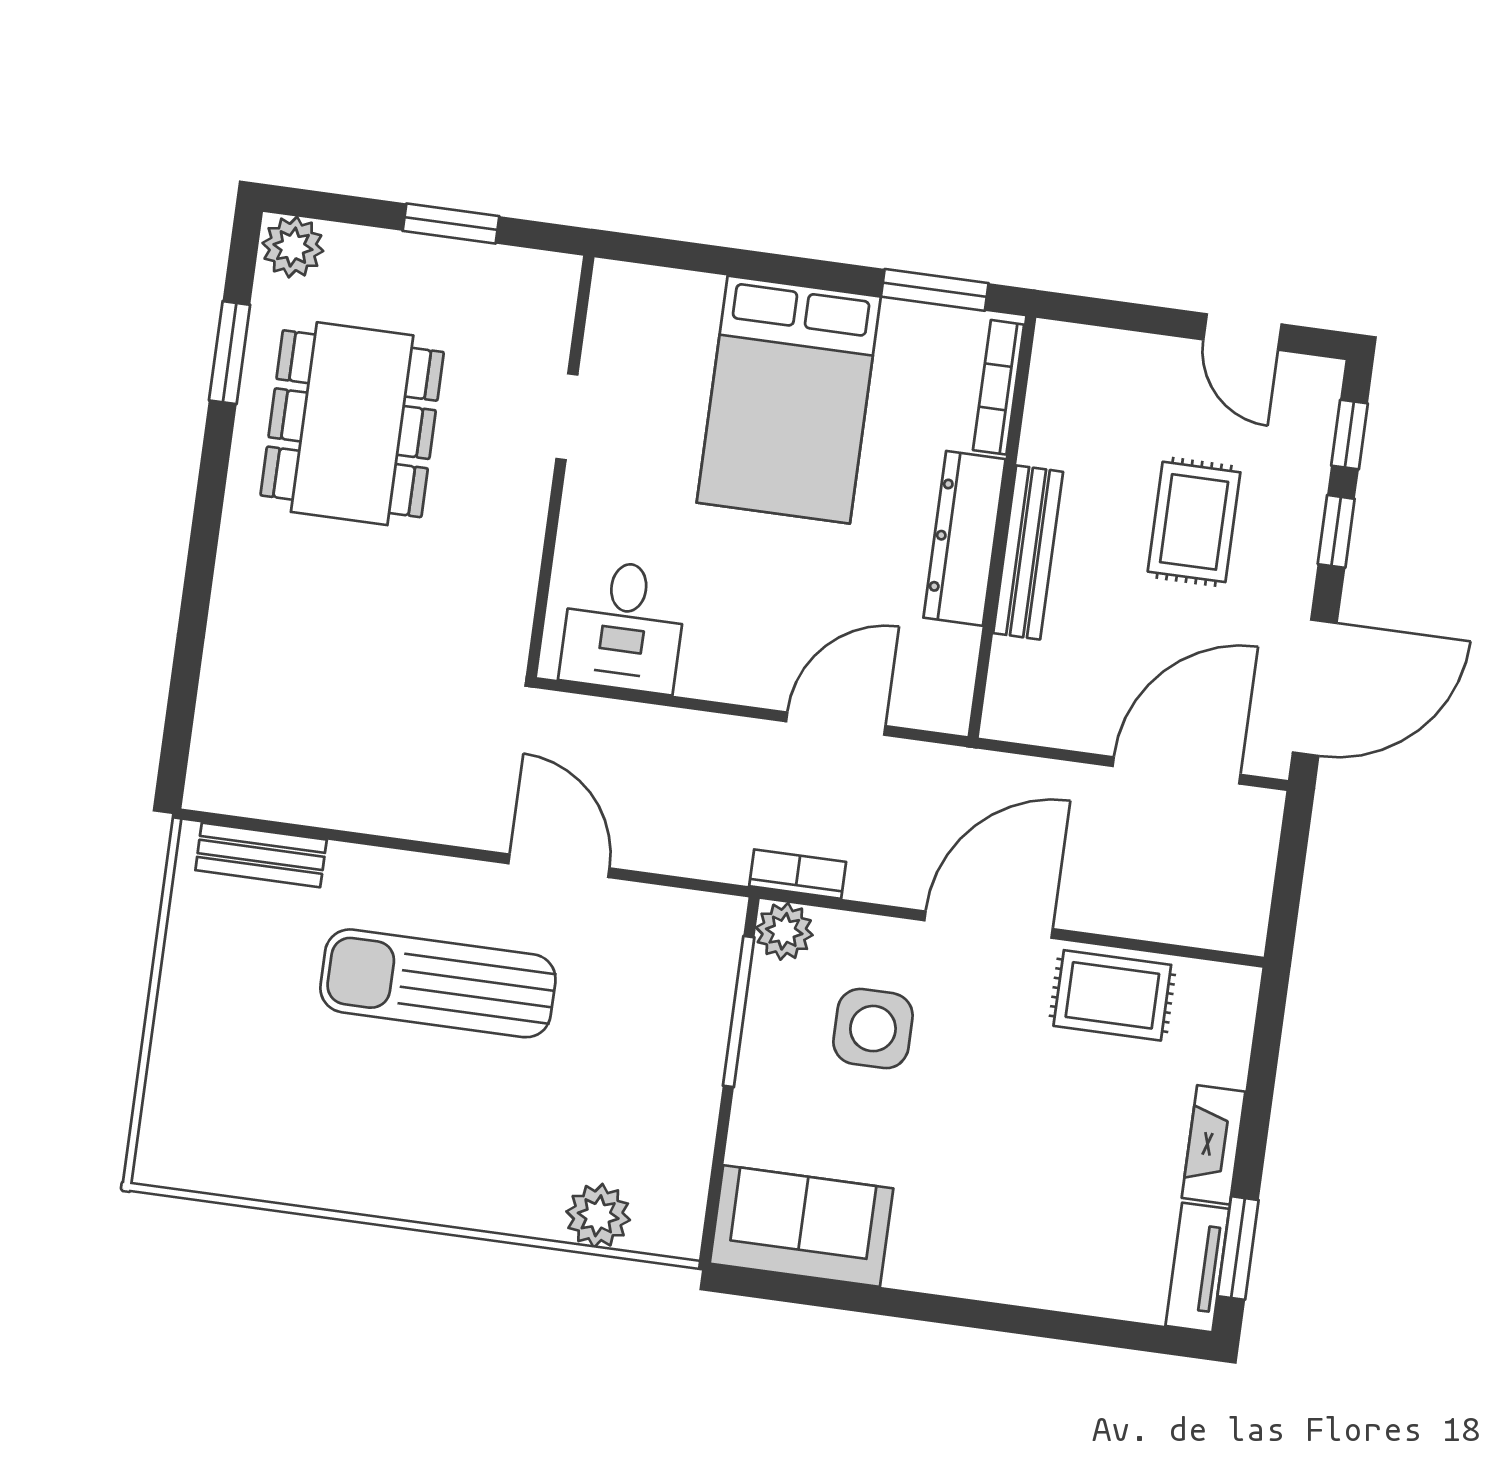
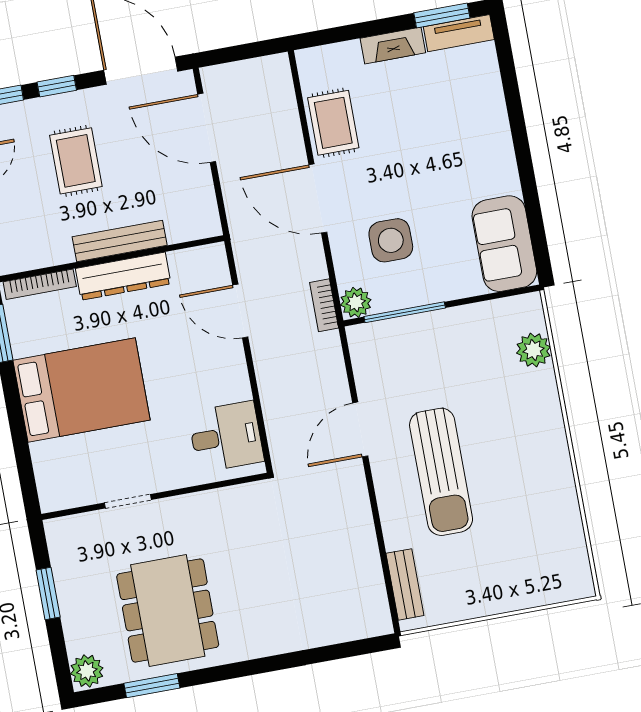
dining table: (352, 424) -> (168, 611), turned 90
rug: (1194, 522) -> (76, 161), turned 90

